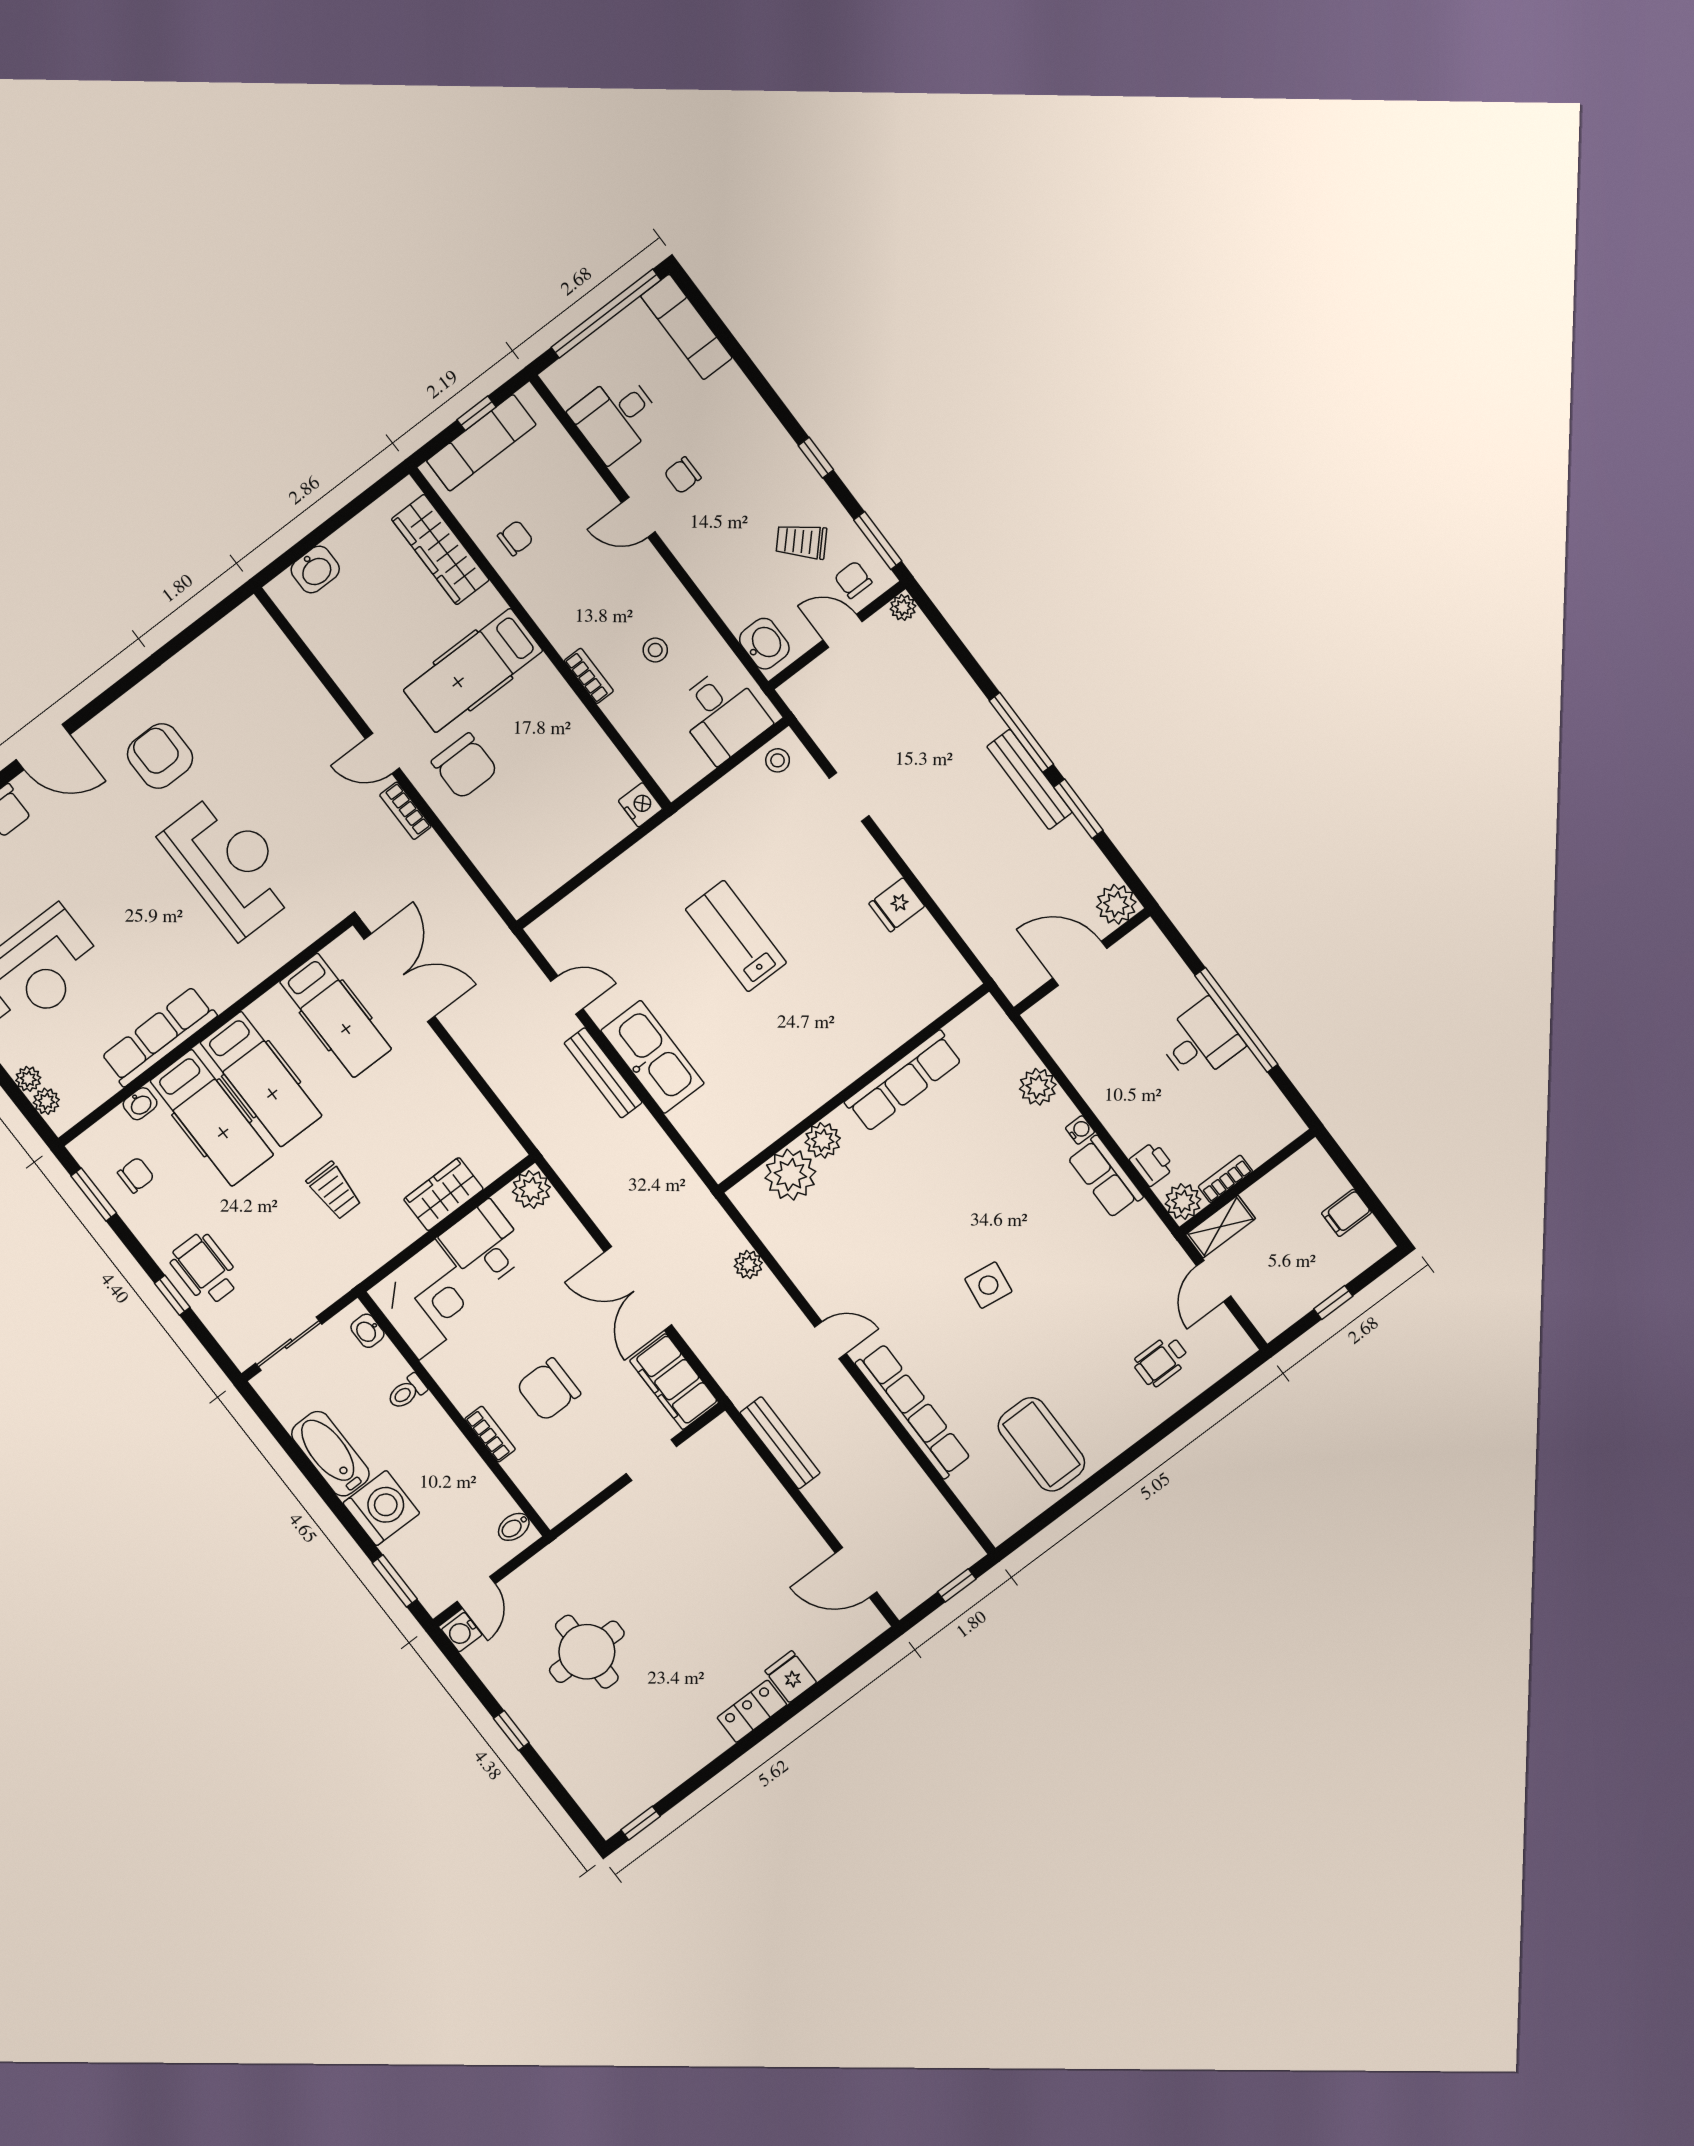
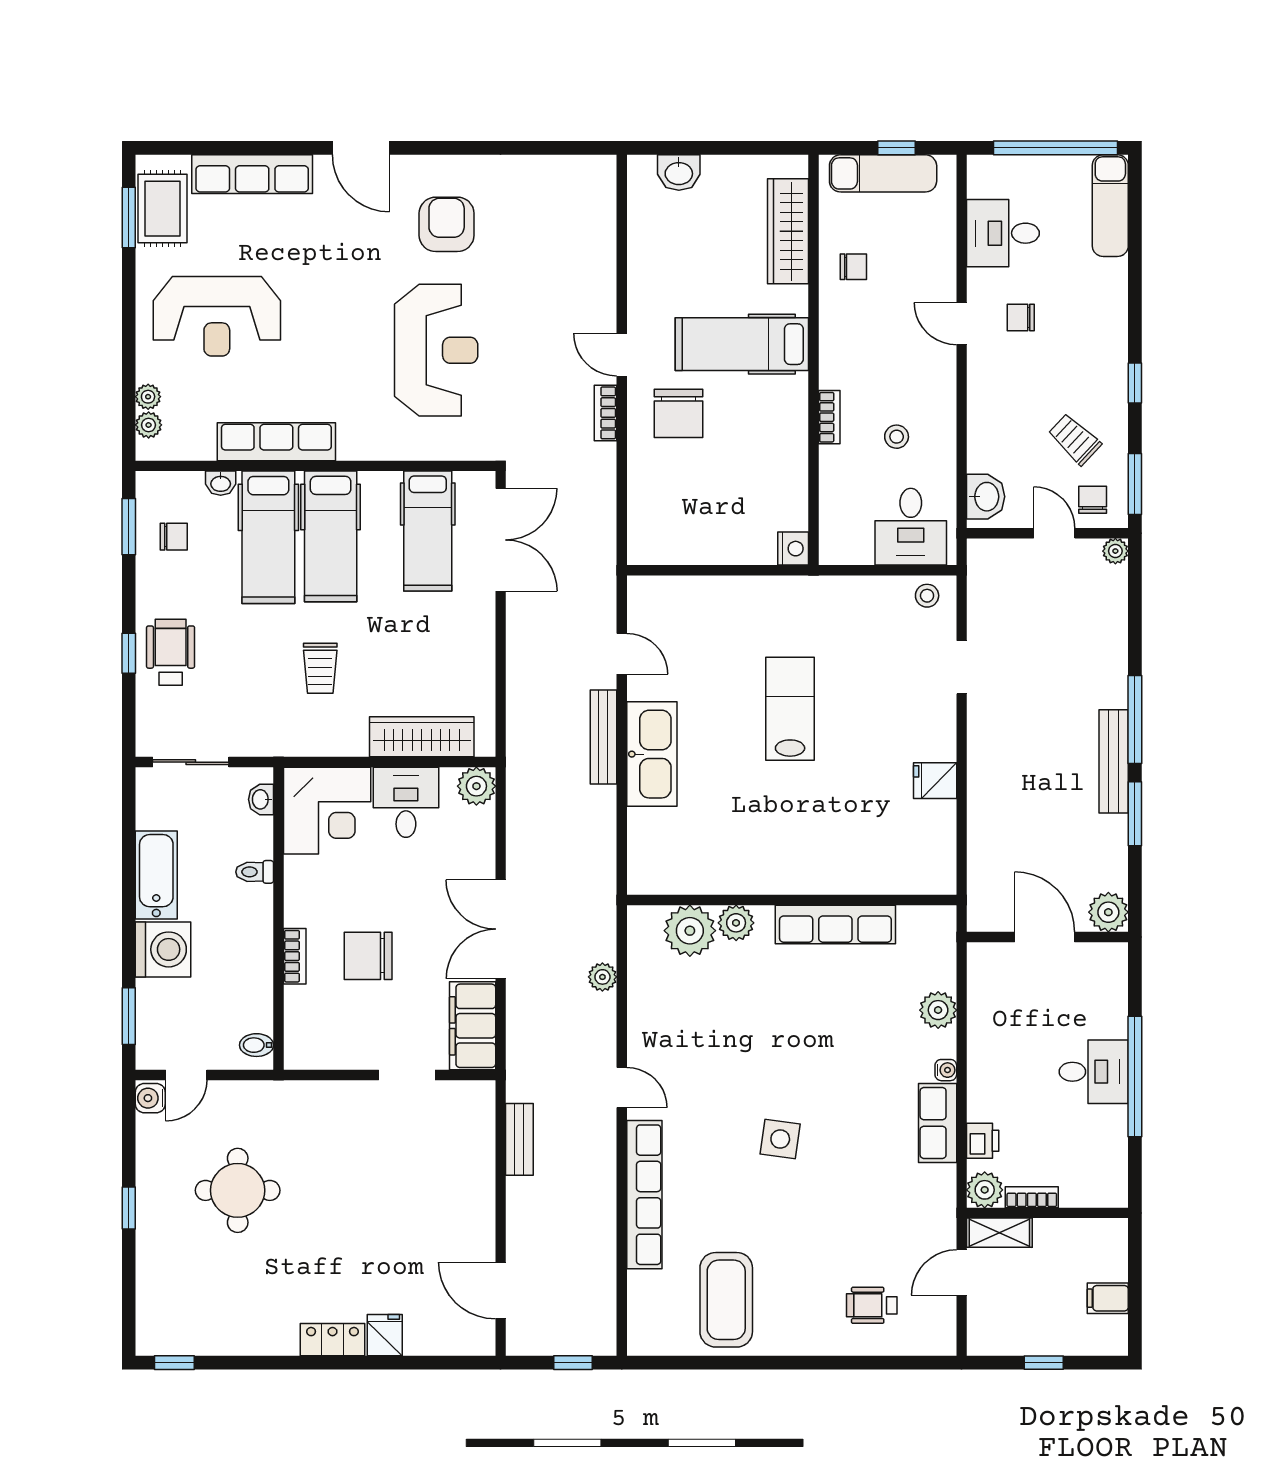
wardrobe: (443, 1194) -> (422, 737), width x1.50
bench: (780, 1443) -> (519, 1139), width x0.73

